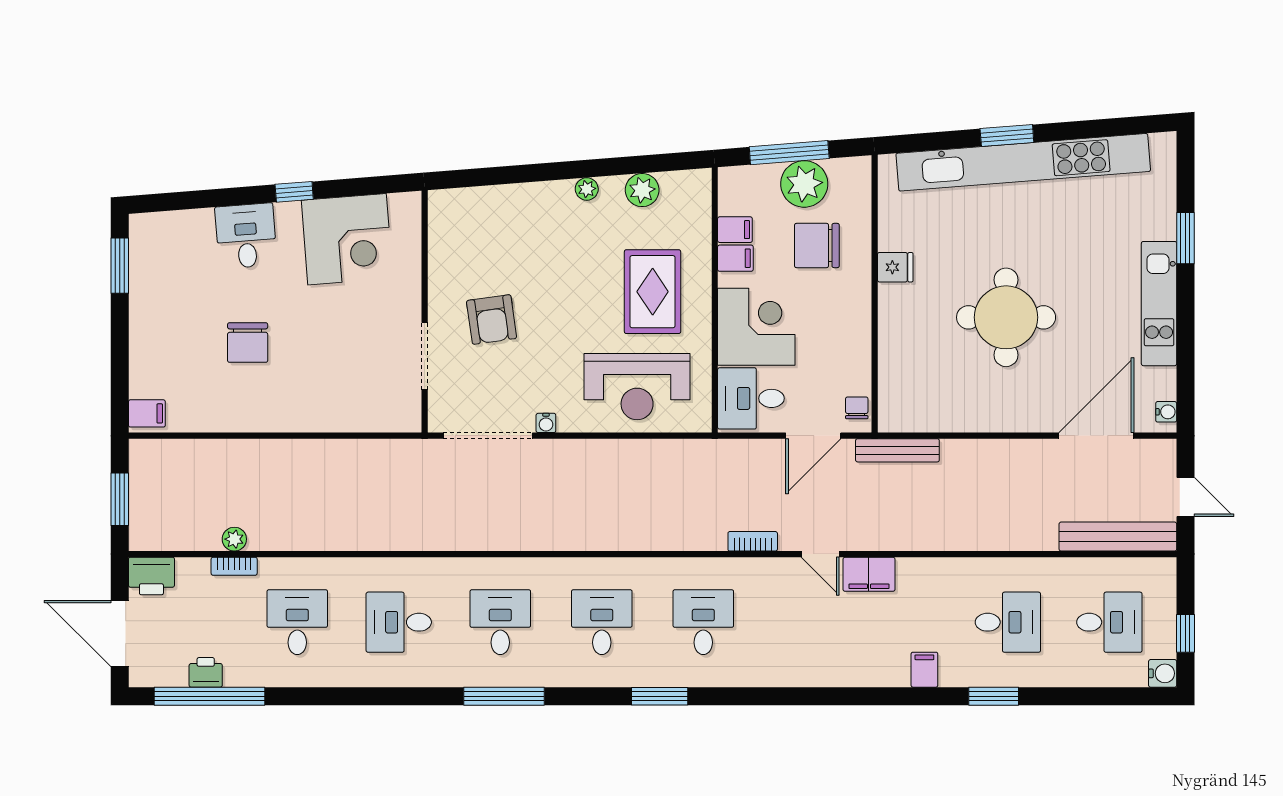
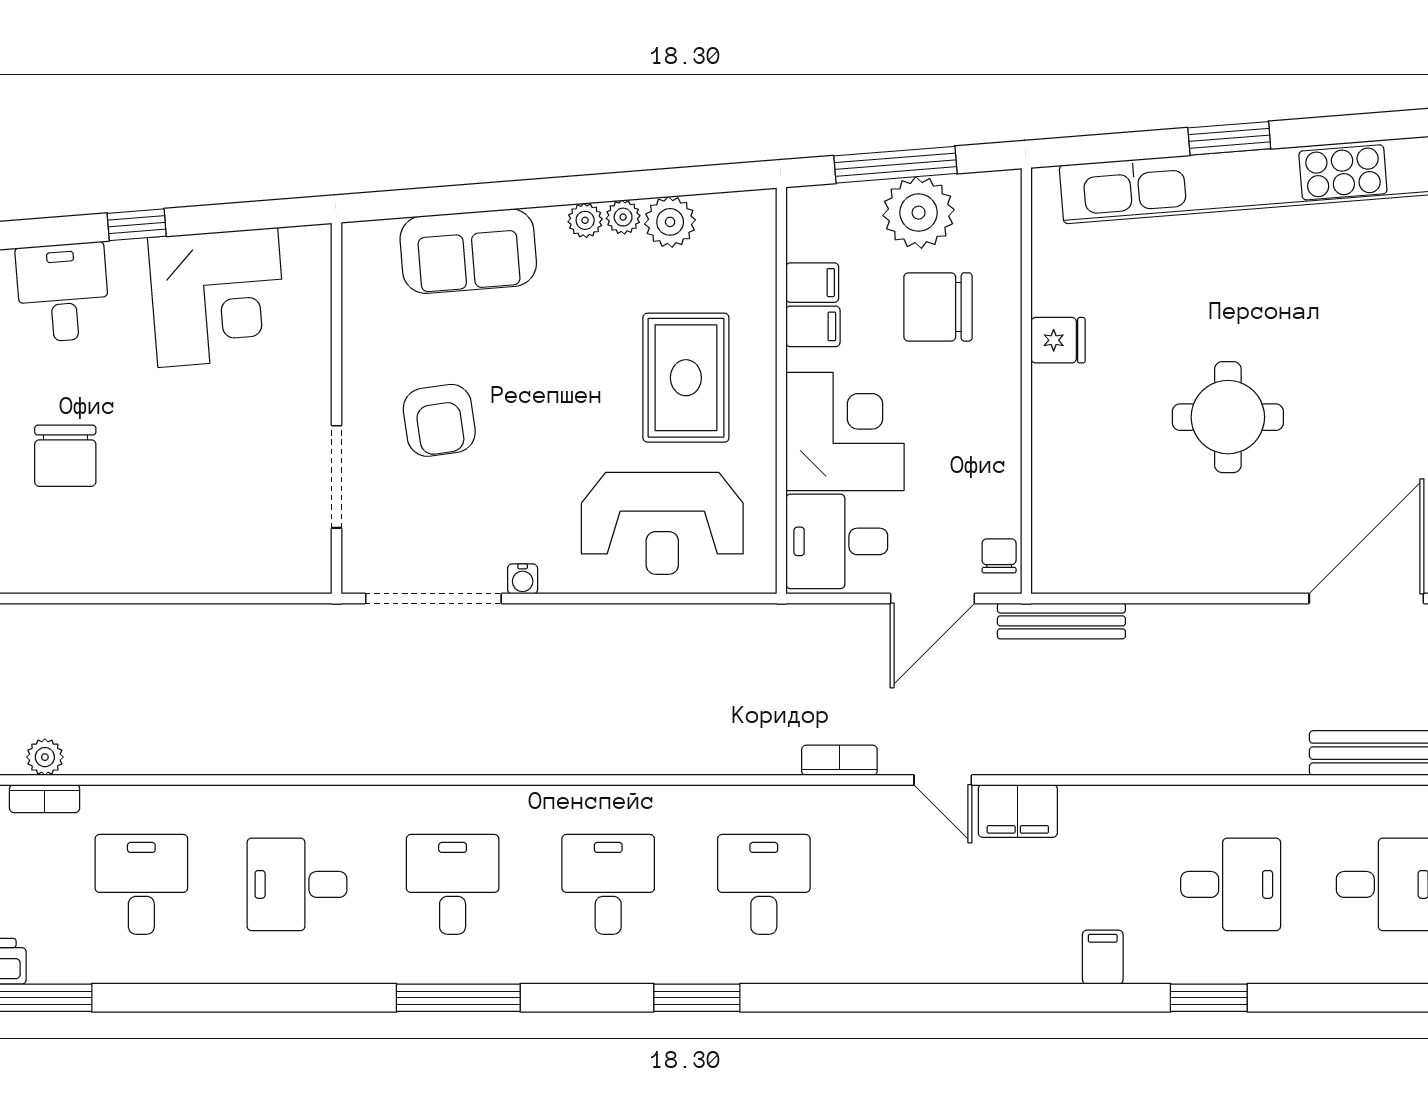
plant: (612, 187) -> (623, 217), added
sofa: (510, 209) -> (468, 251), added
round table: (1006, 317) -> (1228, 417), width x0.73, depth x0.73

